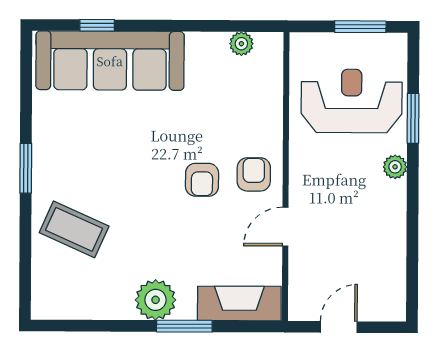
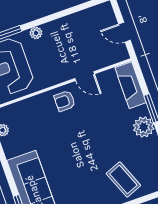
armchair: (202, 180) -> (76, 125), removed
coffee table: (74, 229) -> (123, 179), turned -46

